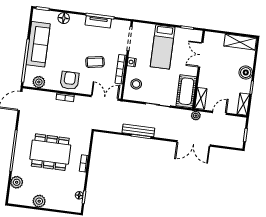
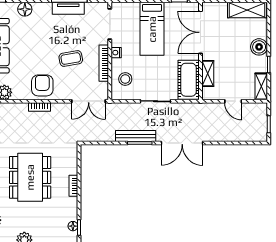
double door: (201, 55) -> (200, 32), width x1.37
double door: (105, 98) -> (89, 101), swing flipped
shelving: (201, 98) -> (208, 74), moved
door: (219, 113) -> (233, 101), swing flipped
plant: (196, 116) -> (204, 108), removed
double door: (193, 143) -> (182, 143), moved
dining table: (50, 152) -> (30, 177), turned 90

